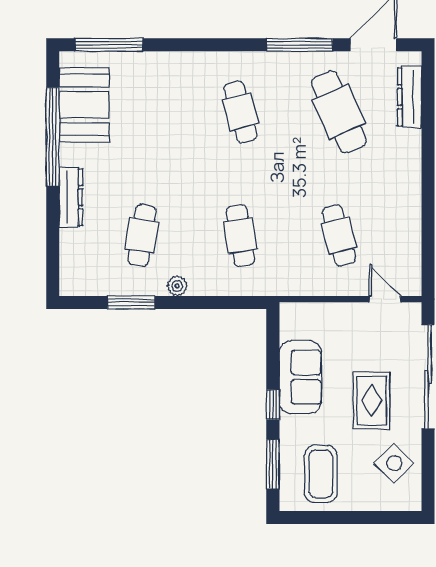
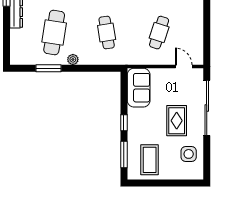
cafe table: (142, 235) -> (54, 33), width x1.37, depth x1.35
cafe table: (339, 235) -> (159, 33), turned 33
sofa: (300, 377) -> (139, 88), moved
side table: (394, 463) -> (189, 154), turned 45

